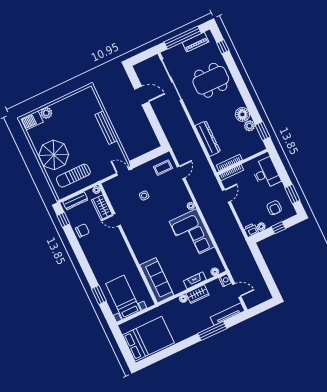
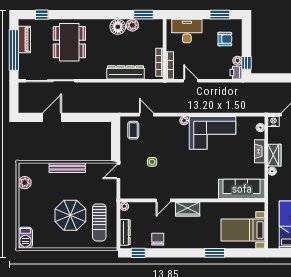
plant: (46, 113) -> (25, 183), moved
parasol: (54, 155) -> (70, 215), moved
wardrobe: (102, 207) -> (188, 209), moved
window: (278, 228) -> (246, 63), moved
window: (99, 295) -> (215, 253), moved

